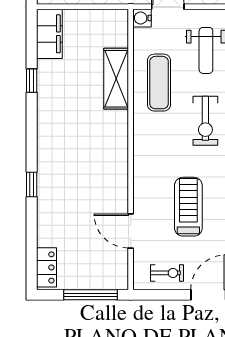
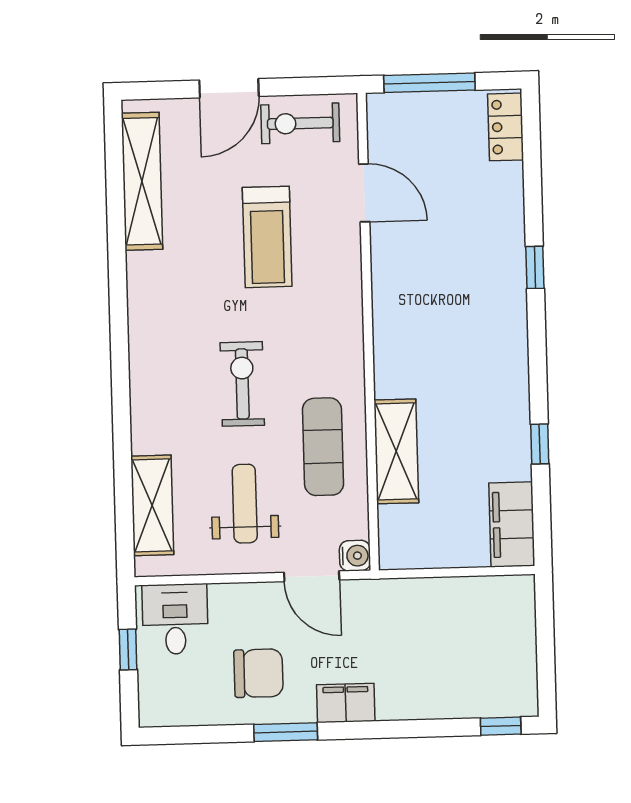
exercise bike: (167, 273) -> (300, 123), width x1.38, depth x1.39

